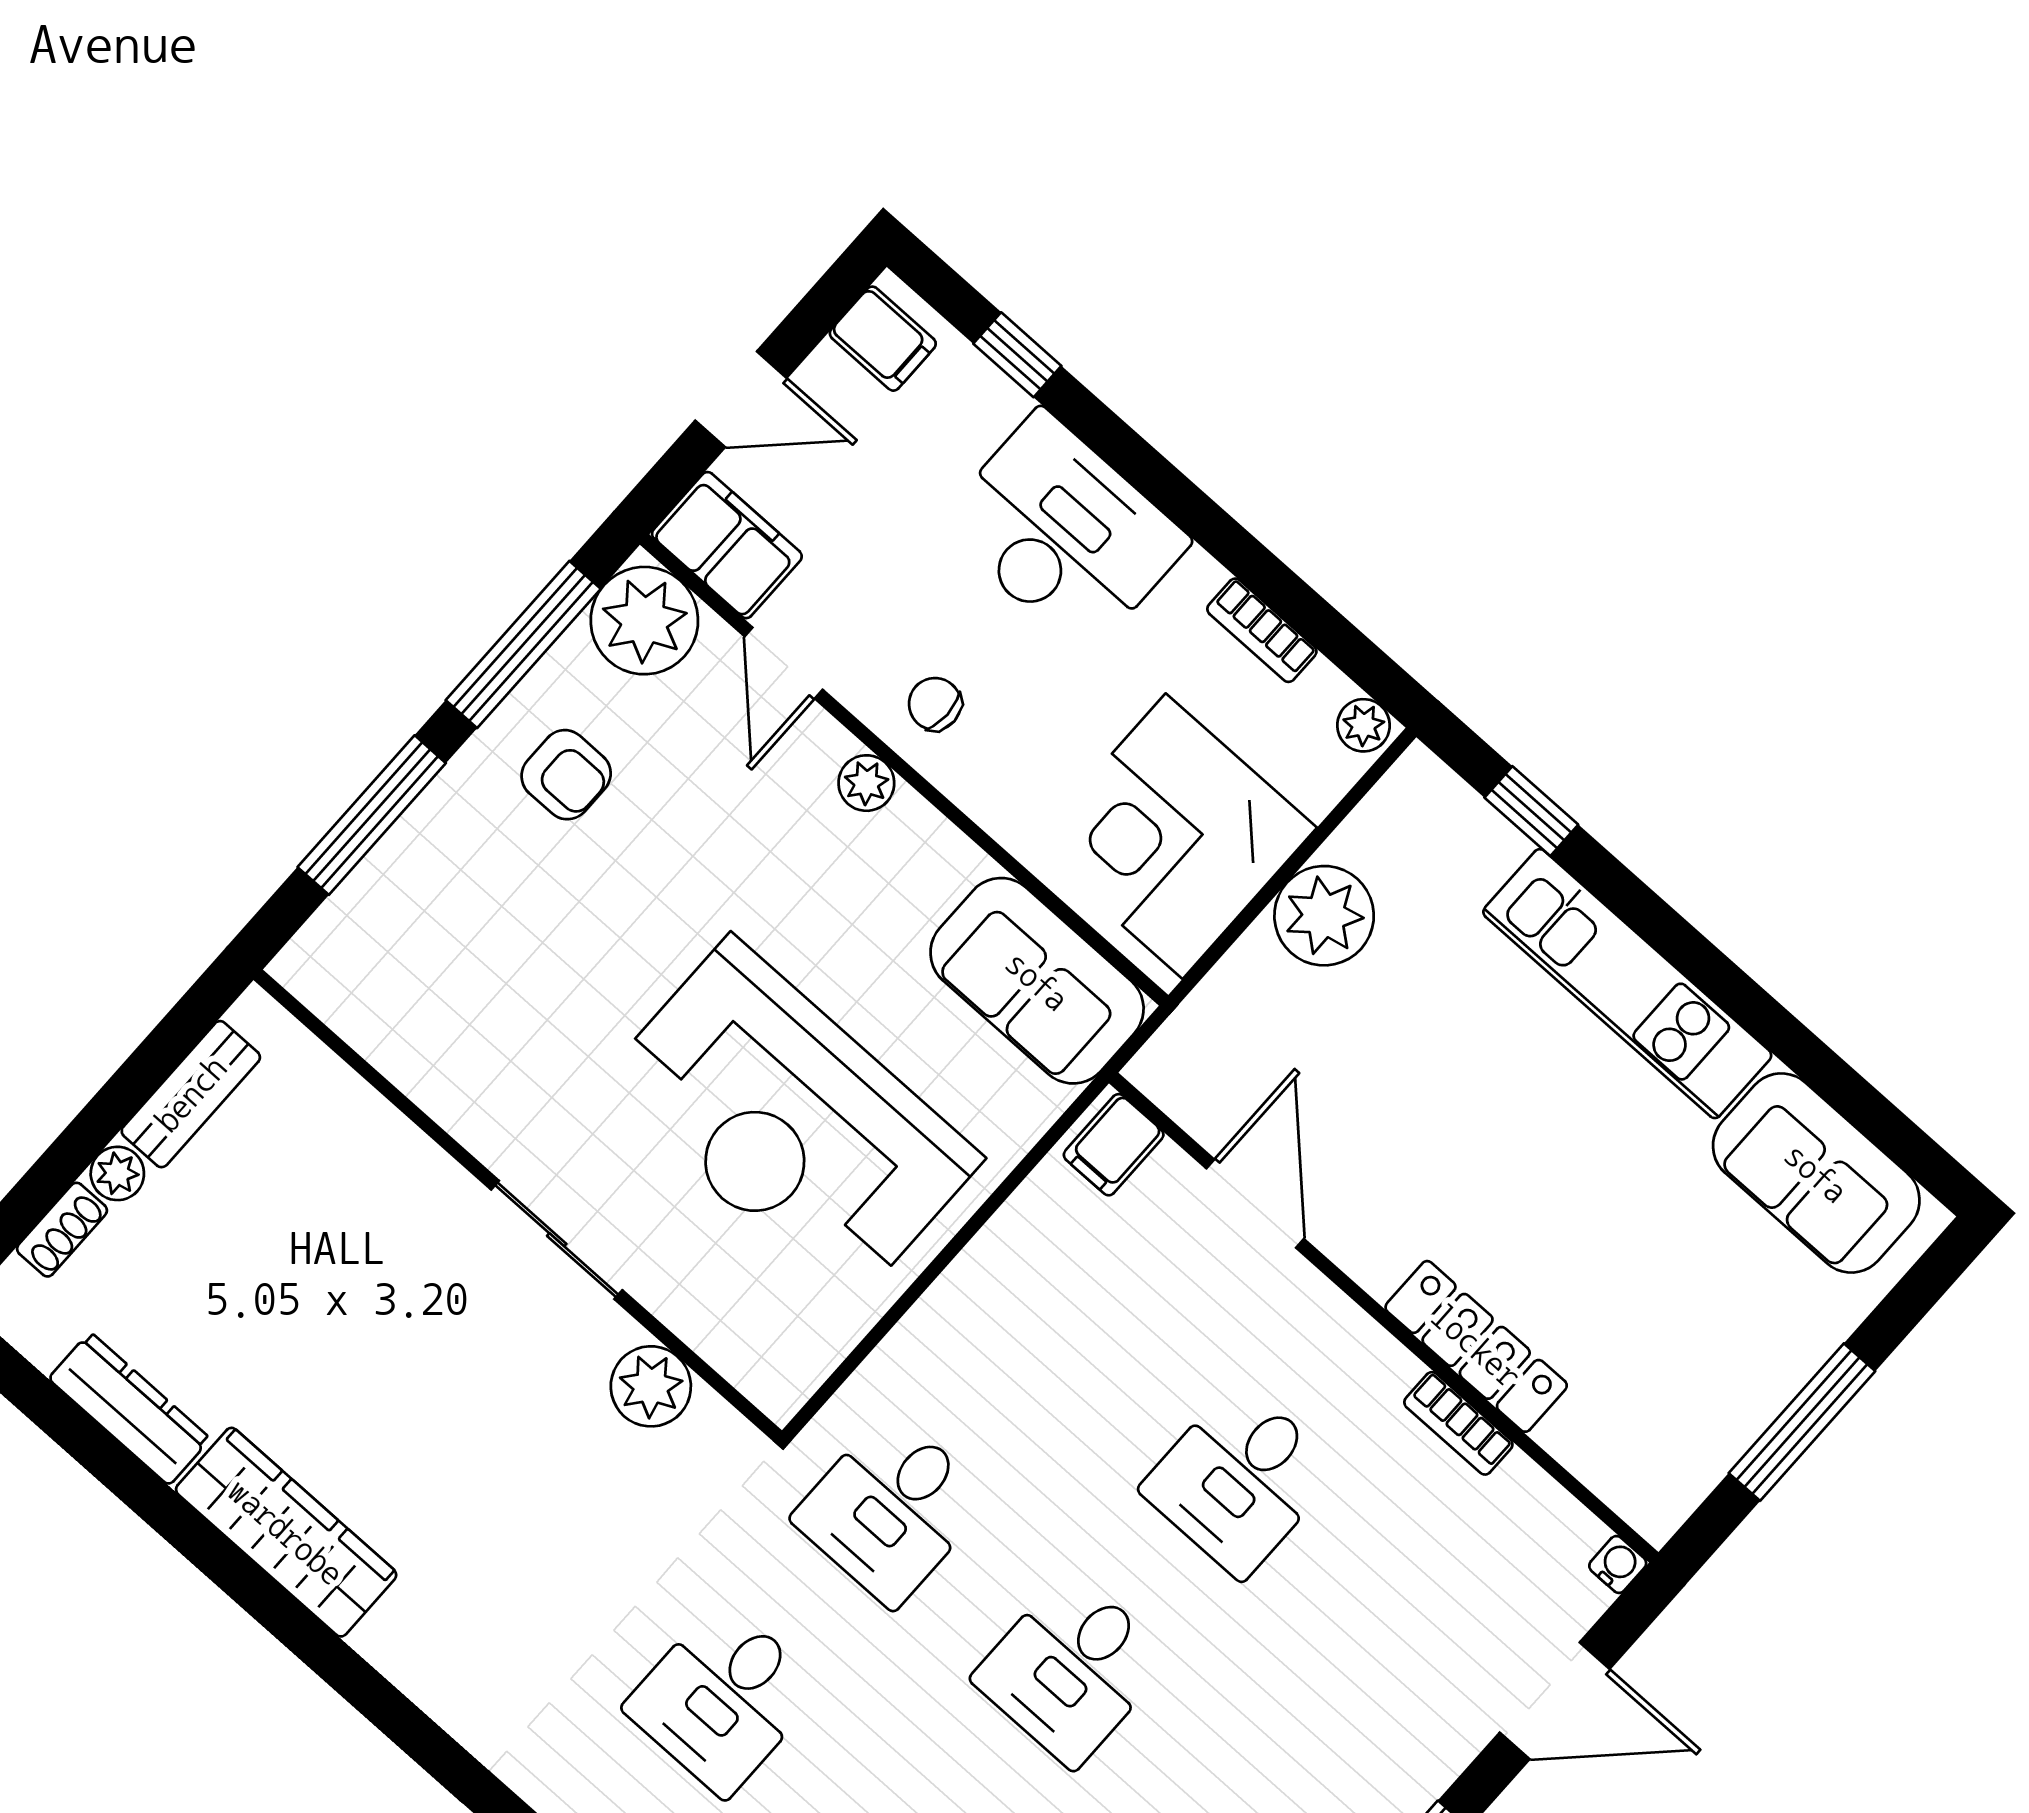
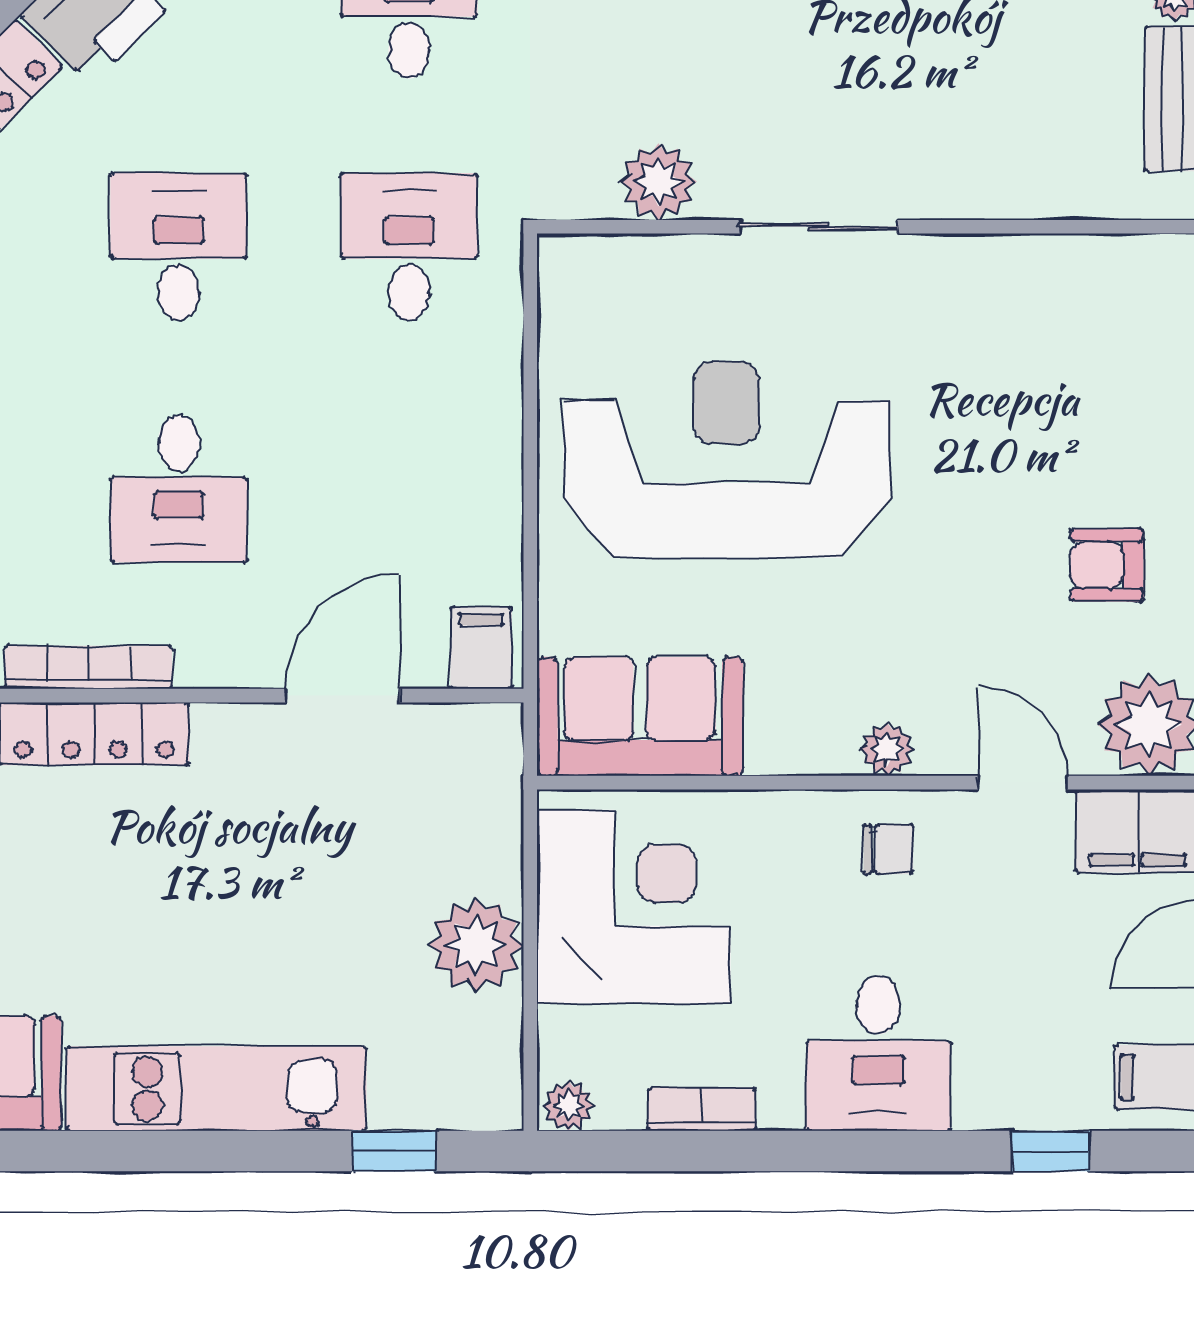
desk: (1063, 533) -> (878, 1053), width x0.73
door: (1255, 1204) -> (343, 696), swing flipped
bookcase: (1458, 1423) -> (88, 667), width x1.56
desk: (1240, 1480) -> (179, 489), turned 180

